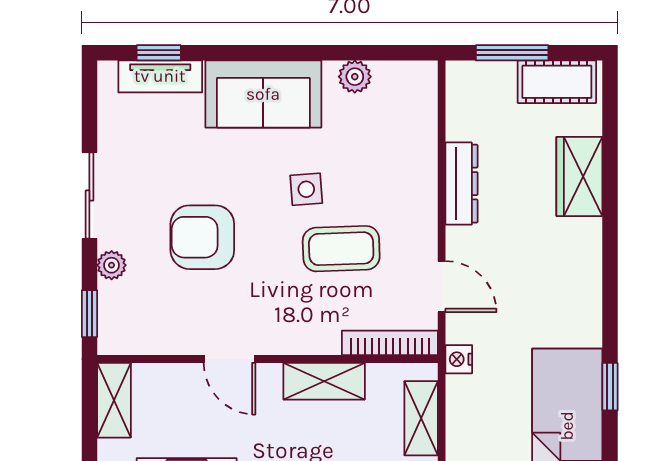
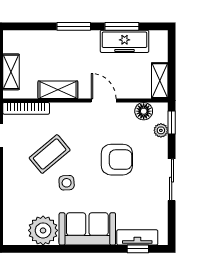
plant: (355, 77) -> (43, 230), width x1.88, depth x1.88
coffee table: (341, 249) -> (50, 154), turned -38
plant: (112, 265) -> (161, 130), moved
floor lamp: (147, 337) -> (144, 111), added

